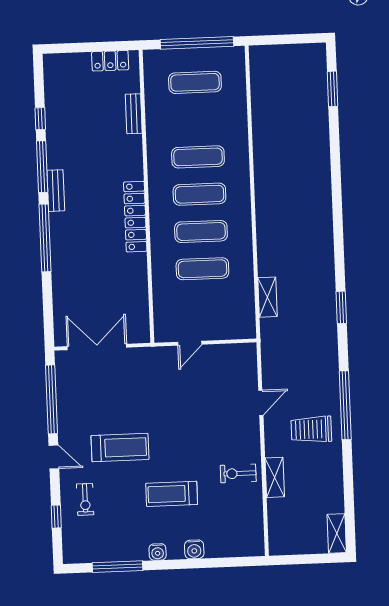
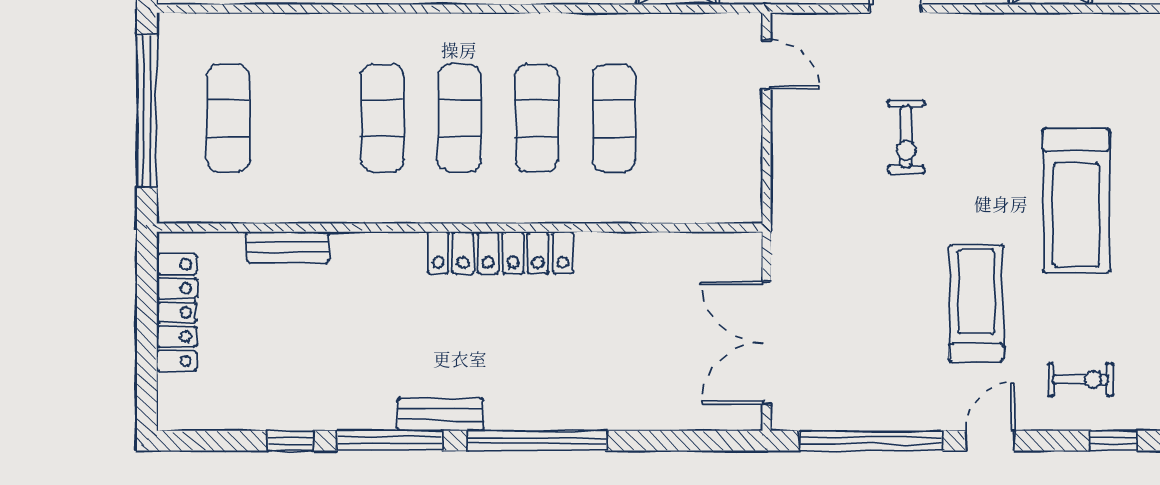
locker: (110, 61) -> (177, 312), width x1.53
door: (190, 343) -> (766, 65), moved
exercise bike: (238, 473) -> (906, 137), moved
treadmill: (172, 494) -> (1076, 200), width x1.37, depth x1.38

